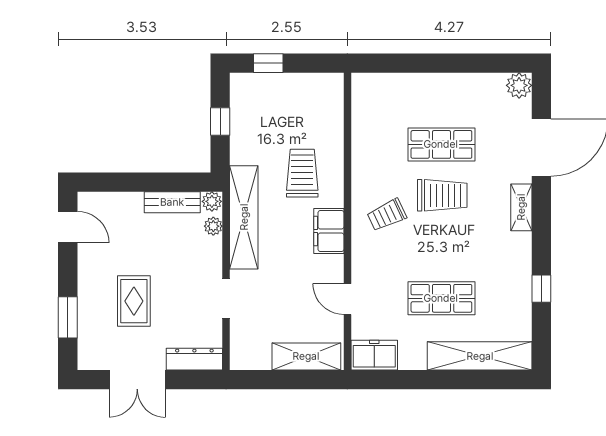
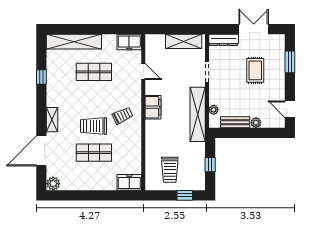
freezer: (374, 88) -> (129, 182), added
trolley: (302, 173) -> (170, 170), moved
plant: (212, 201) -> (256, 123), moved
shelving: (306, 356) -> (184, 41), moved

